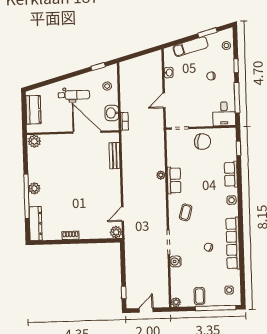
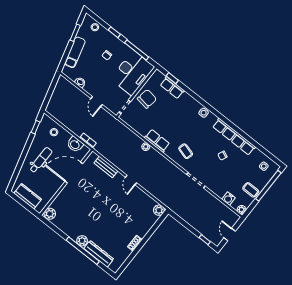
desk: (224, 114) -> (132, 73), width x1.87, depth x1.30
row of seats: (231, 174) -> (172, 88), moved
door: (123, 214) -> (131, 180), moved
dresser: (36, 223) -> (99, 254), moved
water cooler: (175, 261) -> (229, 199), moved

